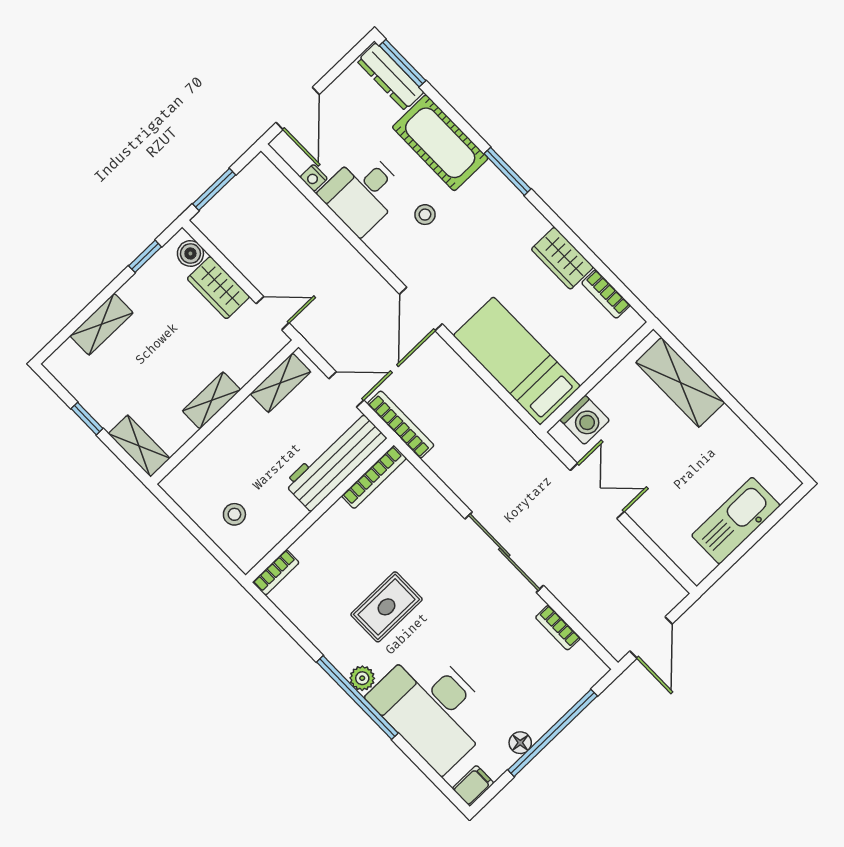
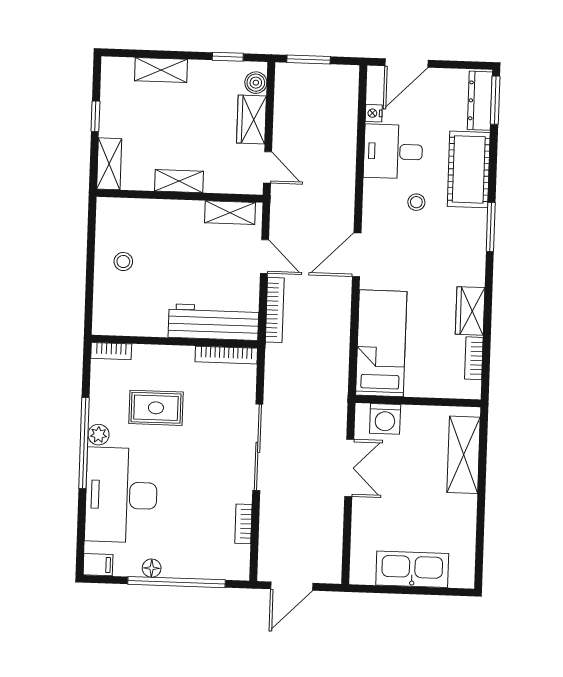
workbench: (335, 461) -> (214, 322), moved
bookcase: (374, 477) -> (226, 355), moved
wall: (320, 510) -> (175, 341), moved
bookcase: (276, 572) -> (111, 351), moved

